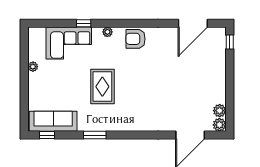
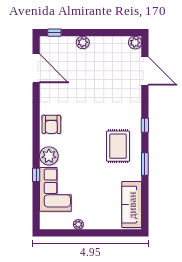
plant: (107, 32) -> (49, 156), width x1.87, depth x1.87
rug: (102, 87) -> (118, 146), moved, turned 90
plant: (220, 111) -> (83, 42), moved
window: (47, 135) -> (145, 125), moved

